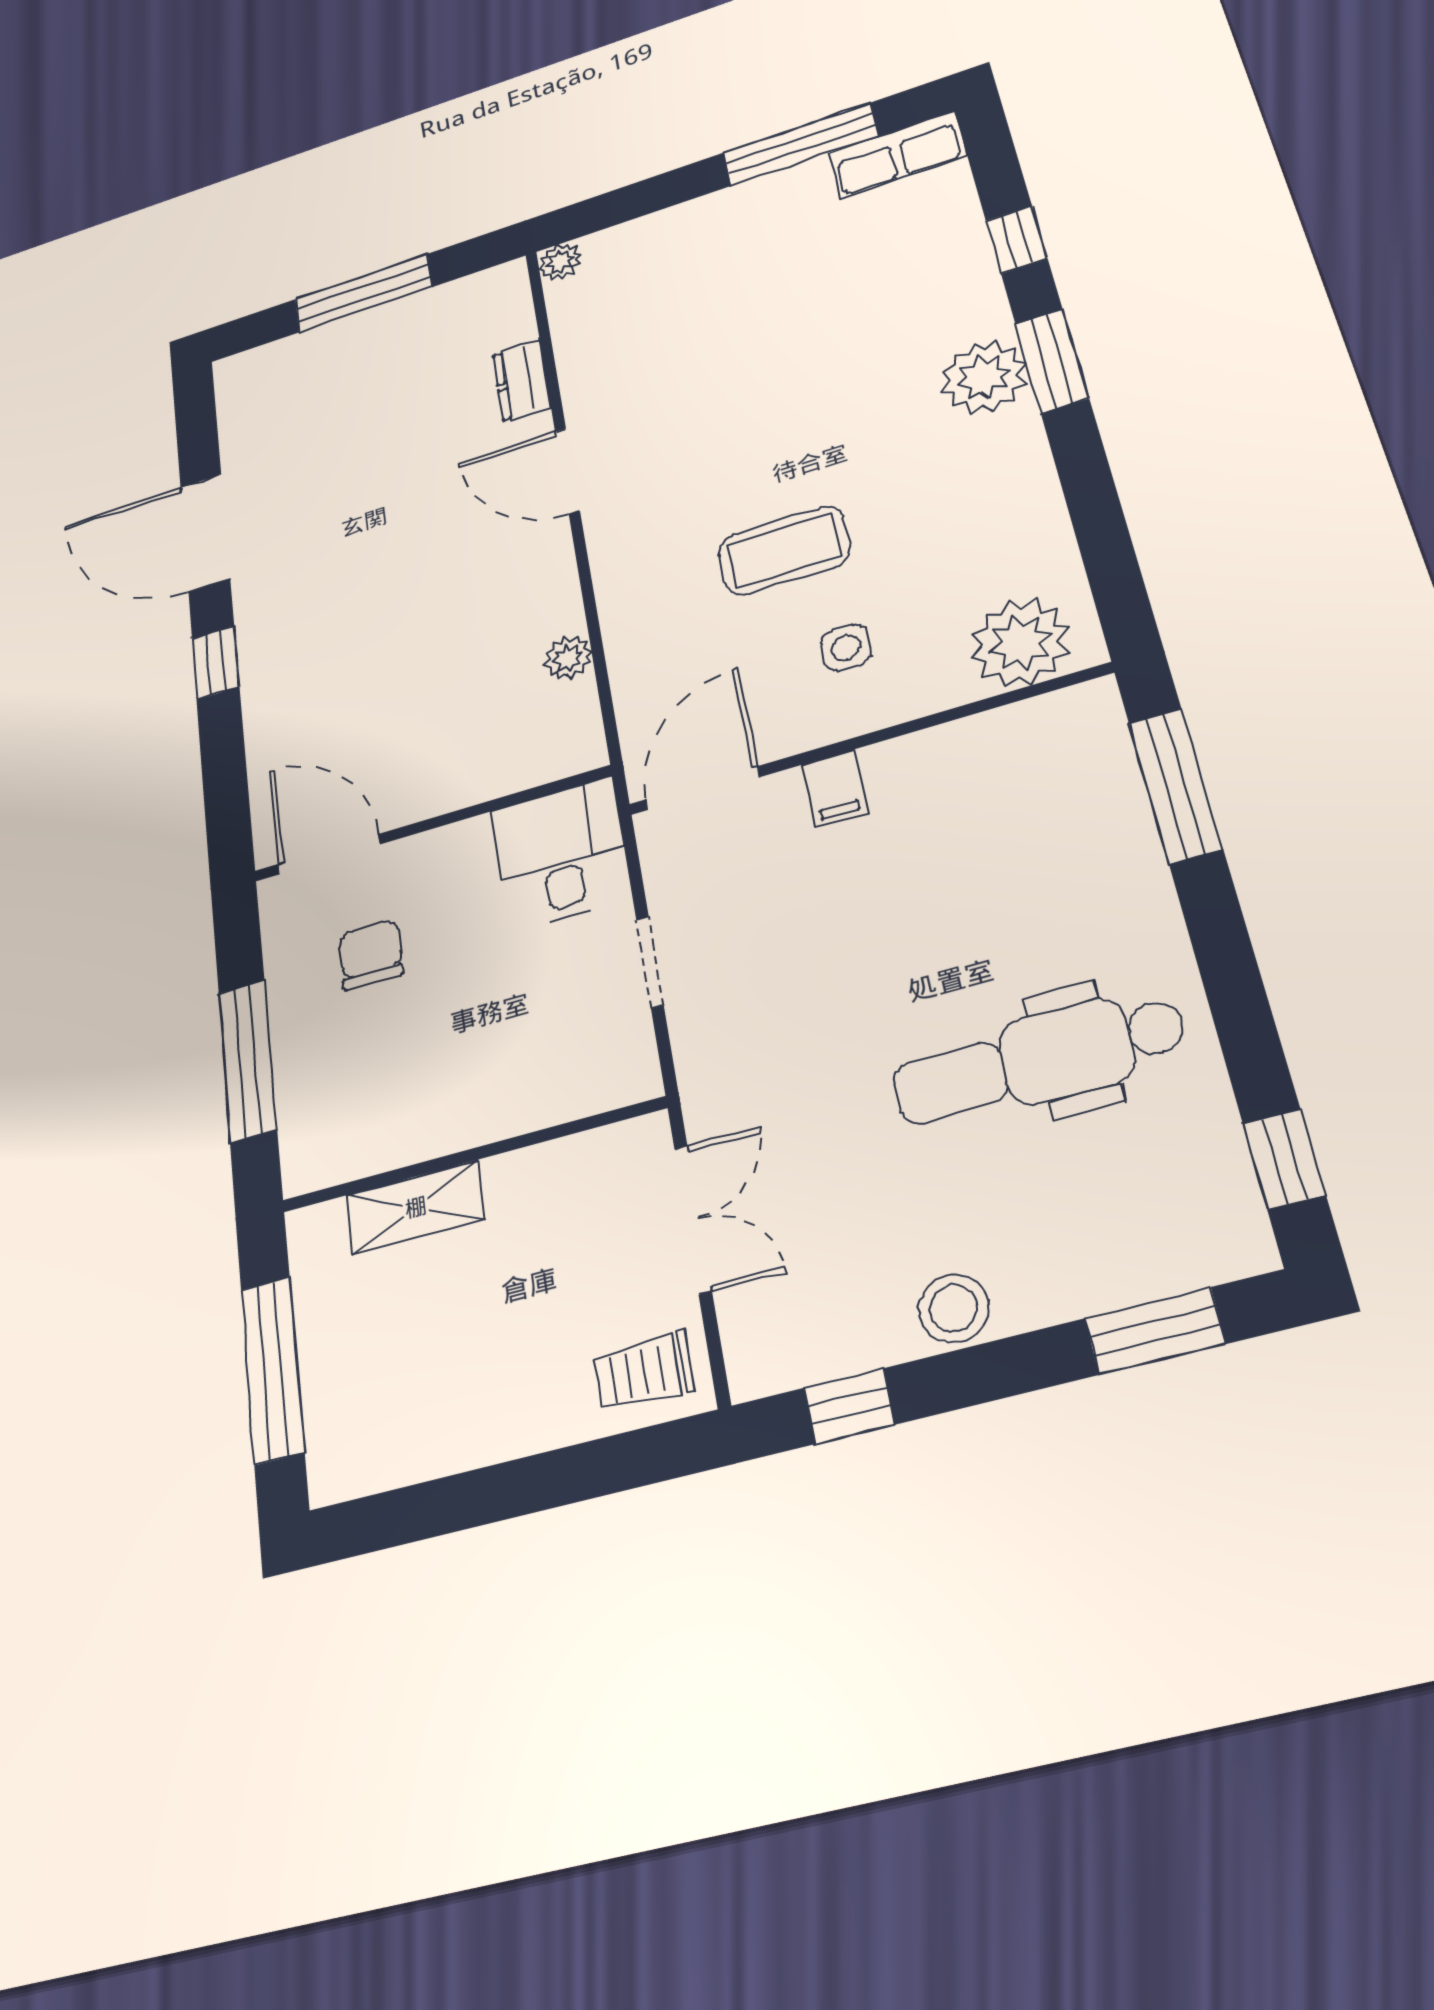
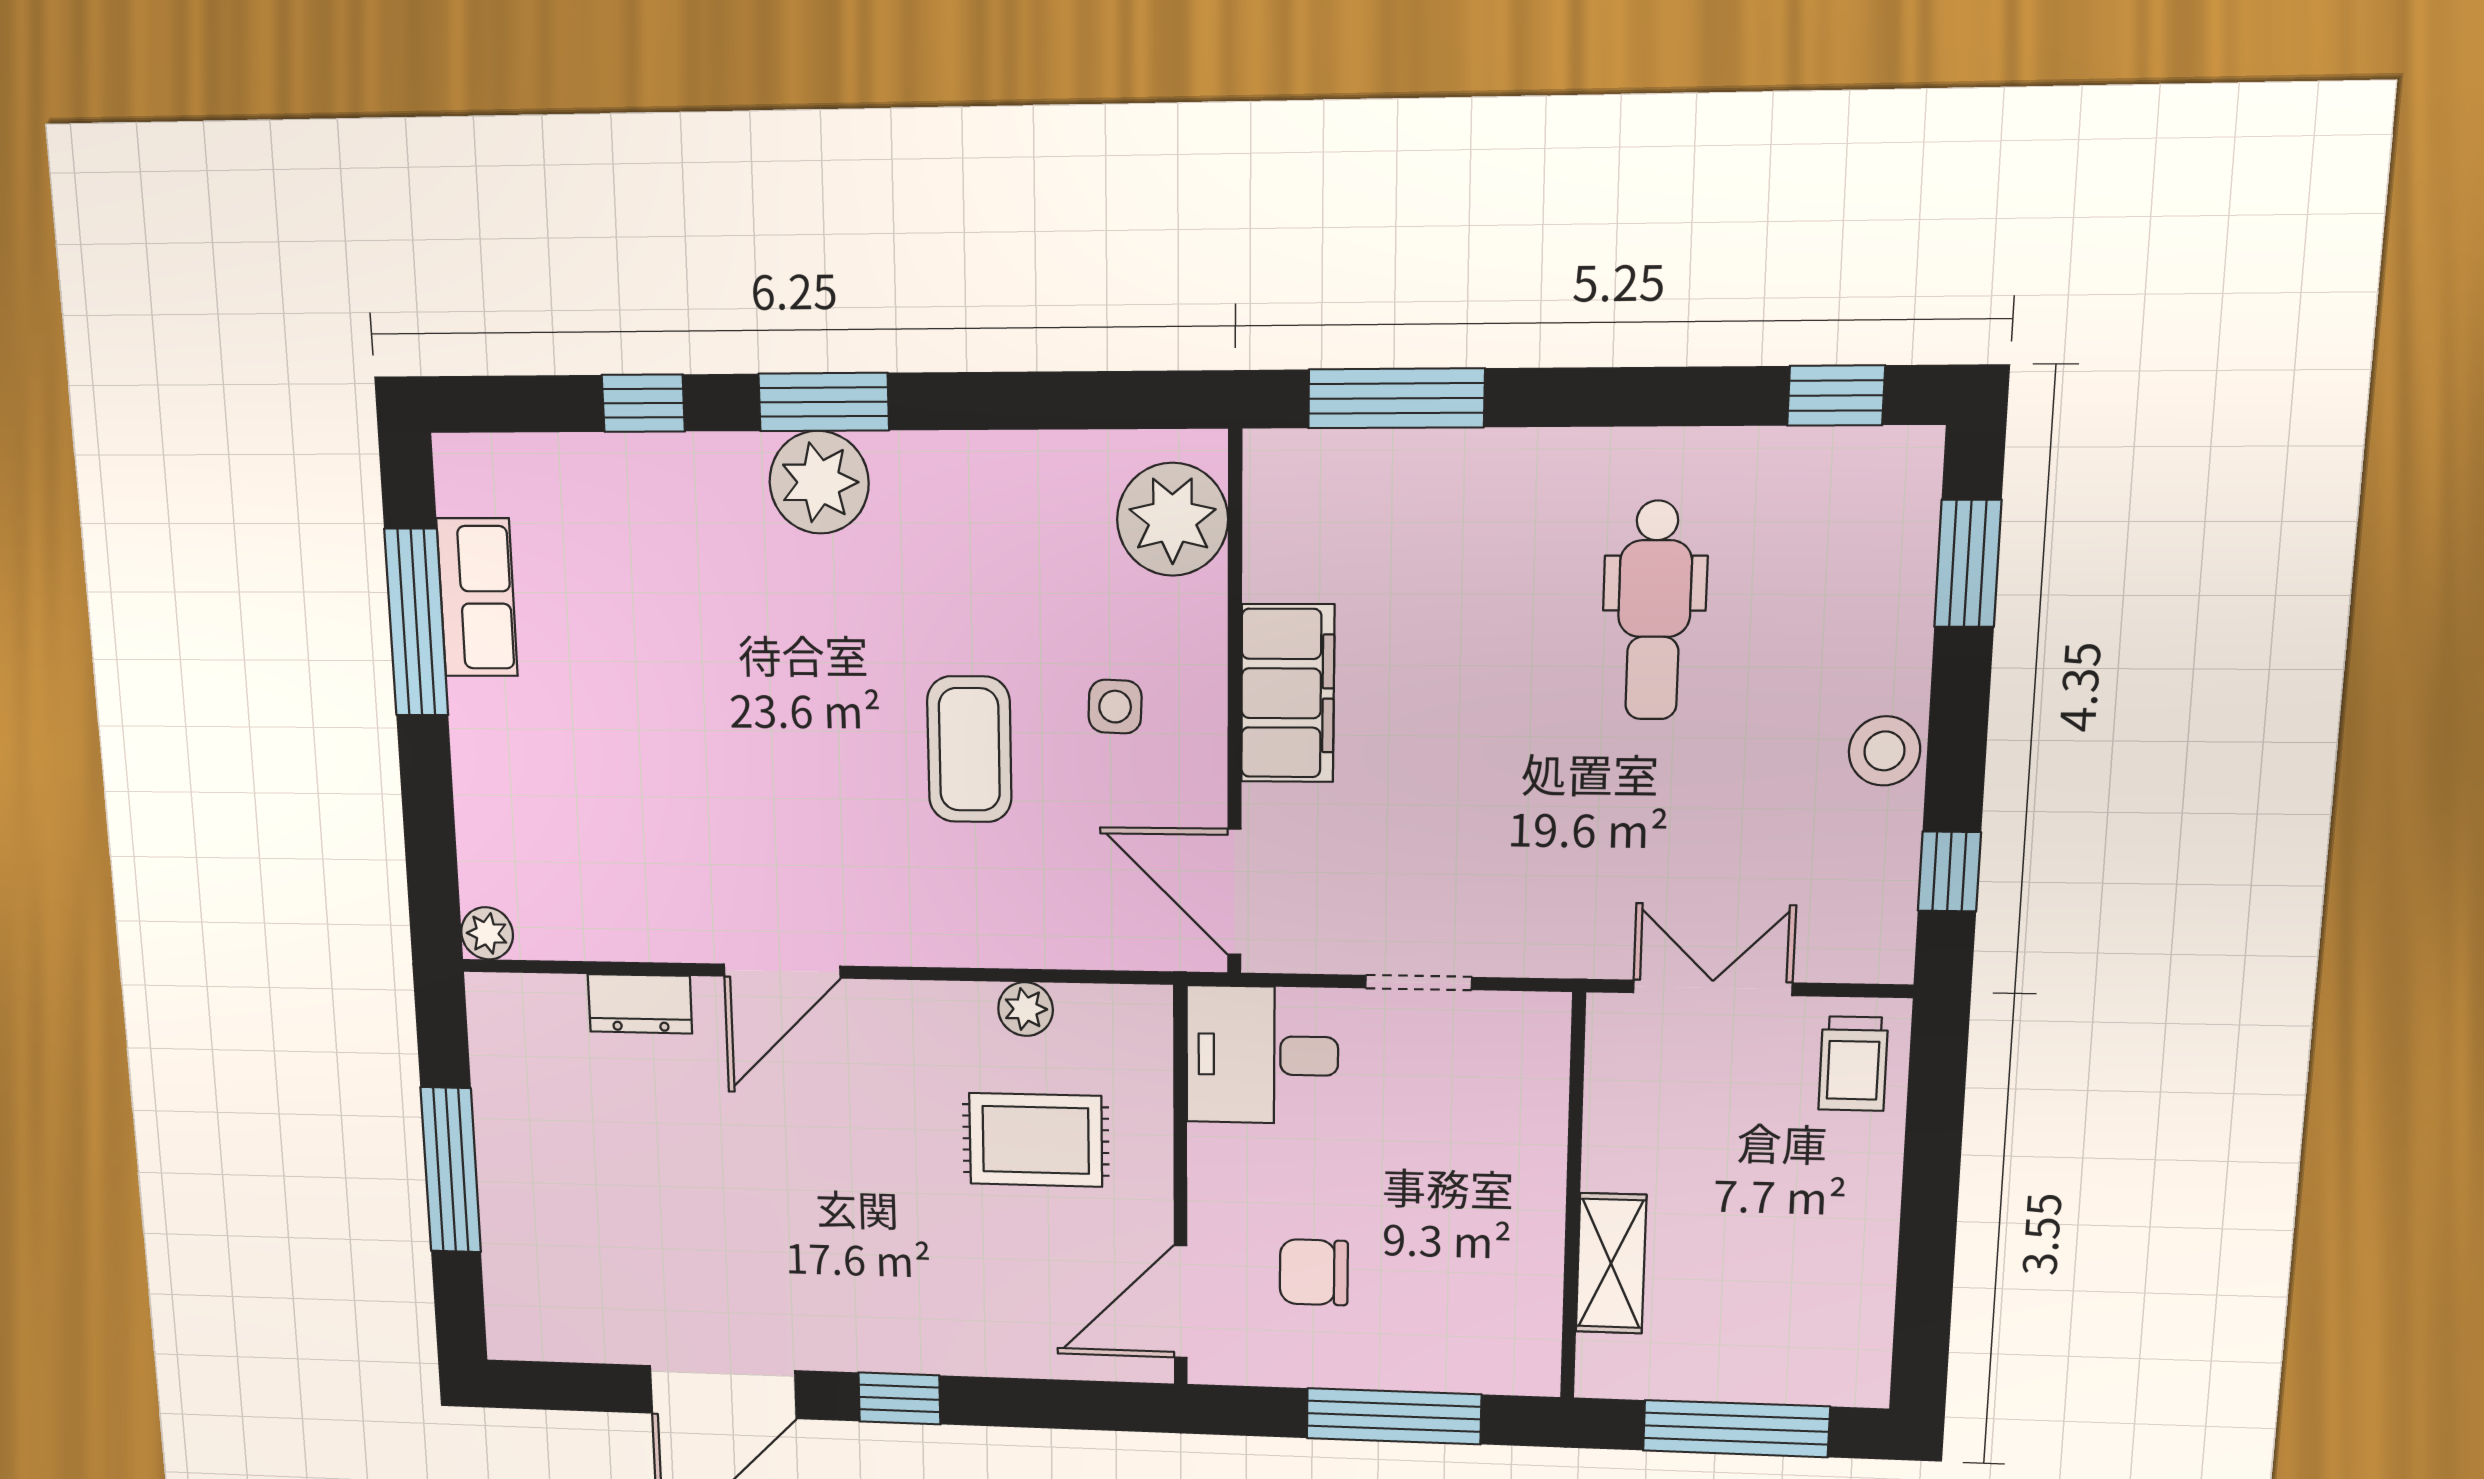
row of seats: (897, 154) -> (477, 597), moved
rug: (455, 699) -> (1036, 1140), added
filing cabinet: (835, 788) -> (1288, 693), width x3.00, depth x1.17
dental chair: (1038, 1059) -> (1654, 611), width x0.73, depth x0.72

